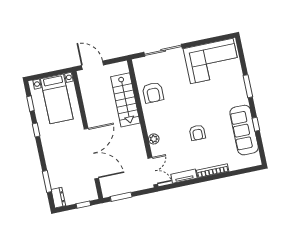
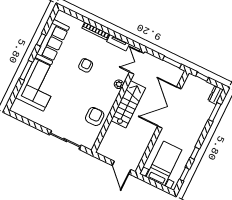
corner sofa: (212, 61) -> (39, 85), moved, turned 90
stairs: (125, 100) -> (128, 104), moved

